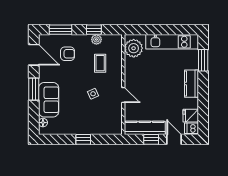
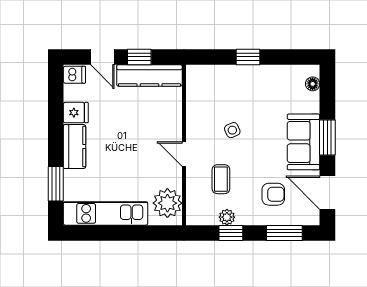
armchair: (68, 54) -> (273, 194), turned 180
door: (123, 95) -> (184, 154), moved
sofa: (49, 100) -> (304, 142), moved
fridge: (191, 116) -> (76, 113), moved

